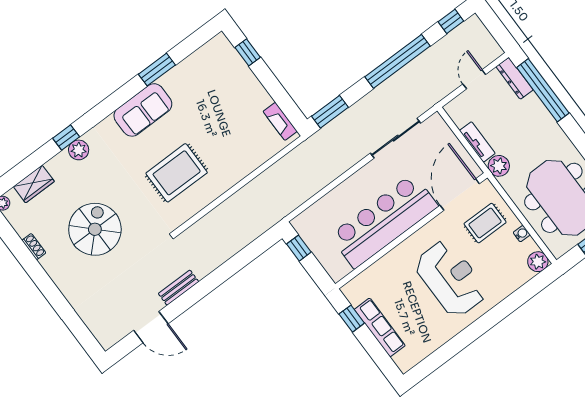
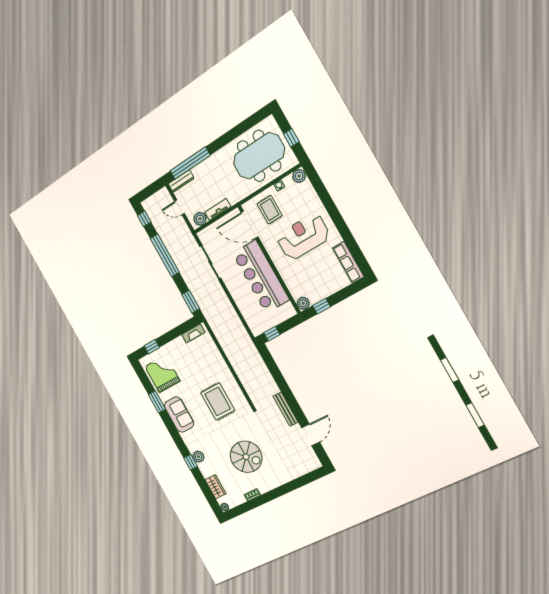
grand piano: (206, 75) -> (162, 374), added
plant: (499, 166) -> (200, 219), moved
spiral stairs: (95, 229) -> (246, 457), turned 180
bench: (179, 288) -> (285, 409), width x1.36
plant: (352, 291) -> (303, 303), added
row of seats: (380, 327) -> (348, 262), moved, turned -90

